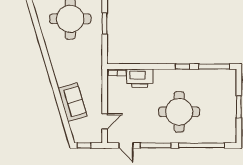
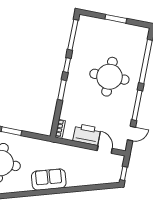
window: (156, 66) -> (62, 90), added
printer: (140, 78) -> (87, 134), moved, turned -90
sofa: (72, 102) -> (49, 180), moved

